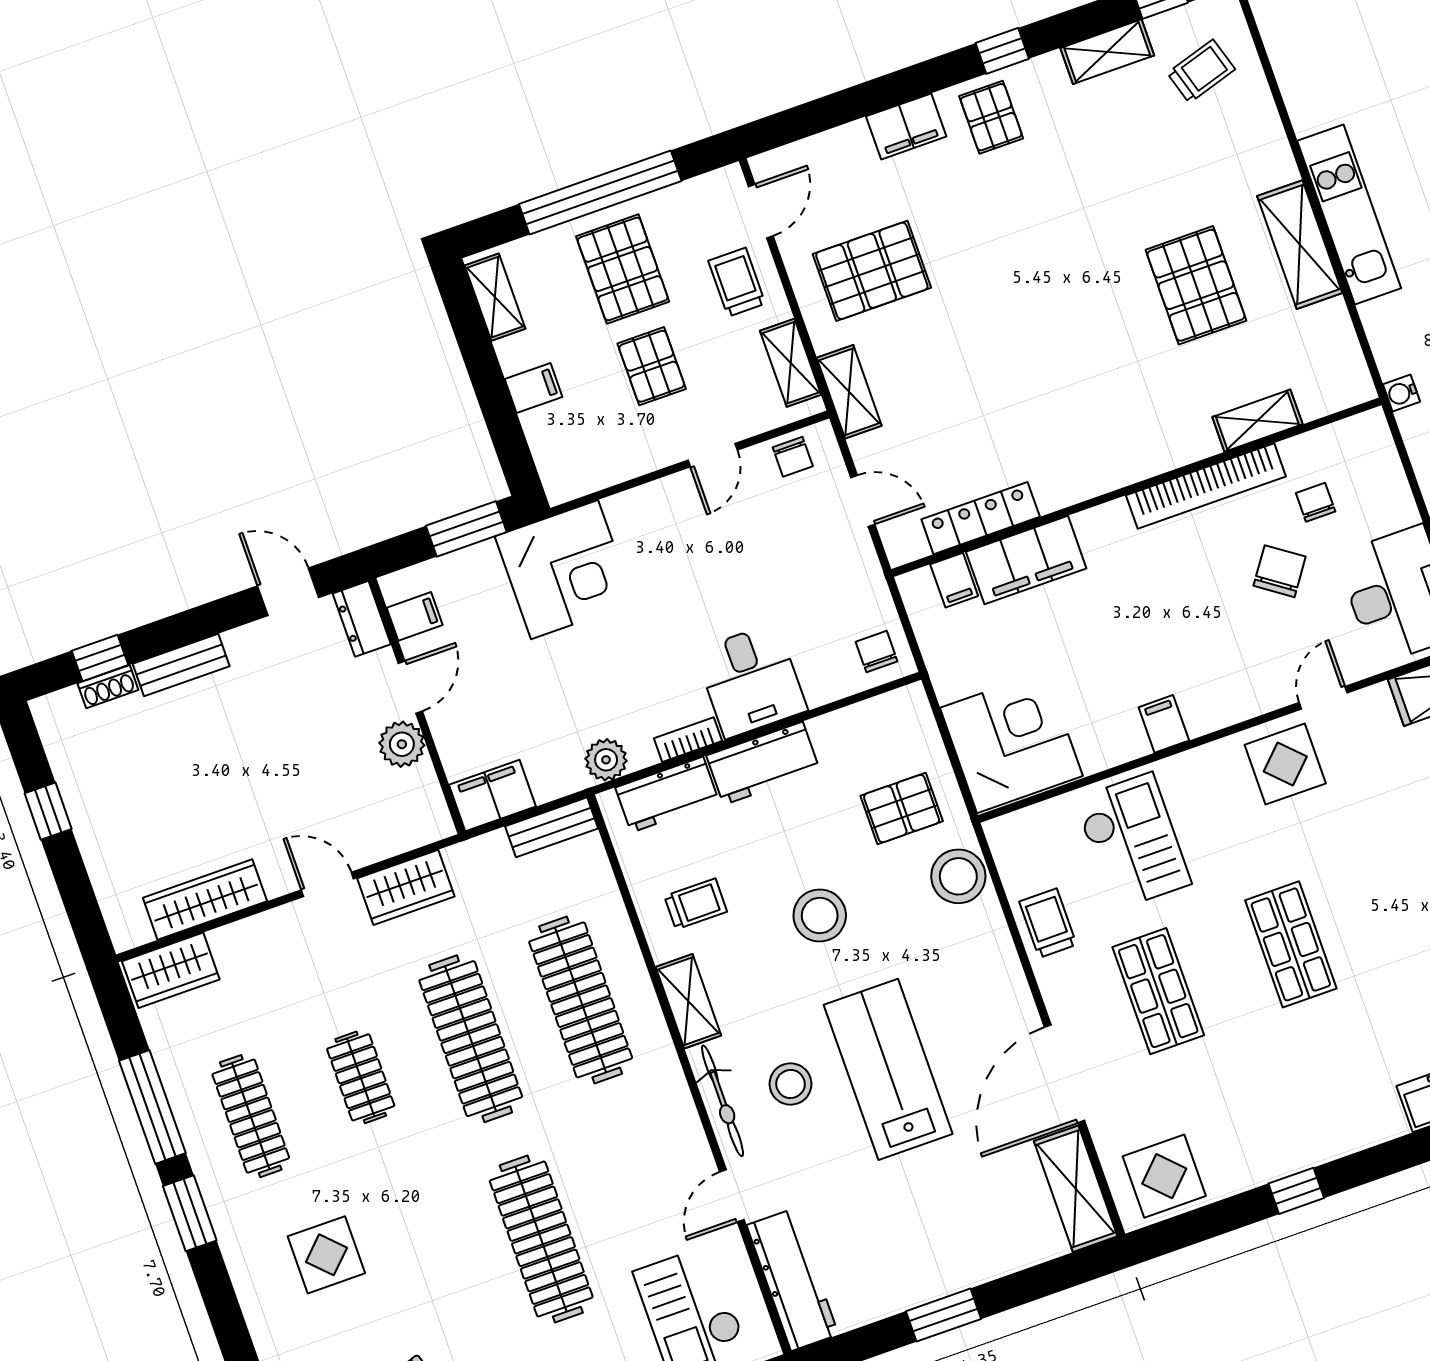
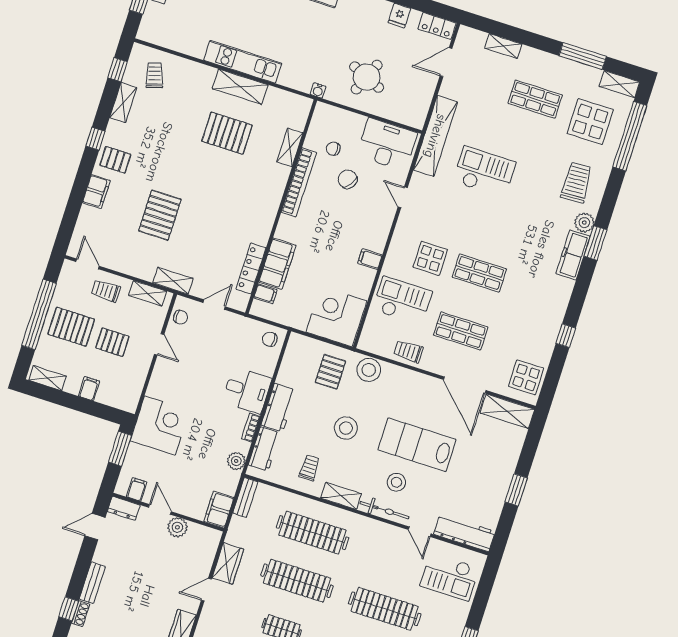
pallet: (872, 271) -> (160, 215), moved
display table: (1285, 764) -> (430, 258), moved

